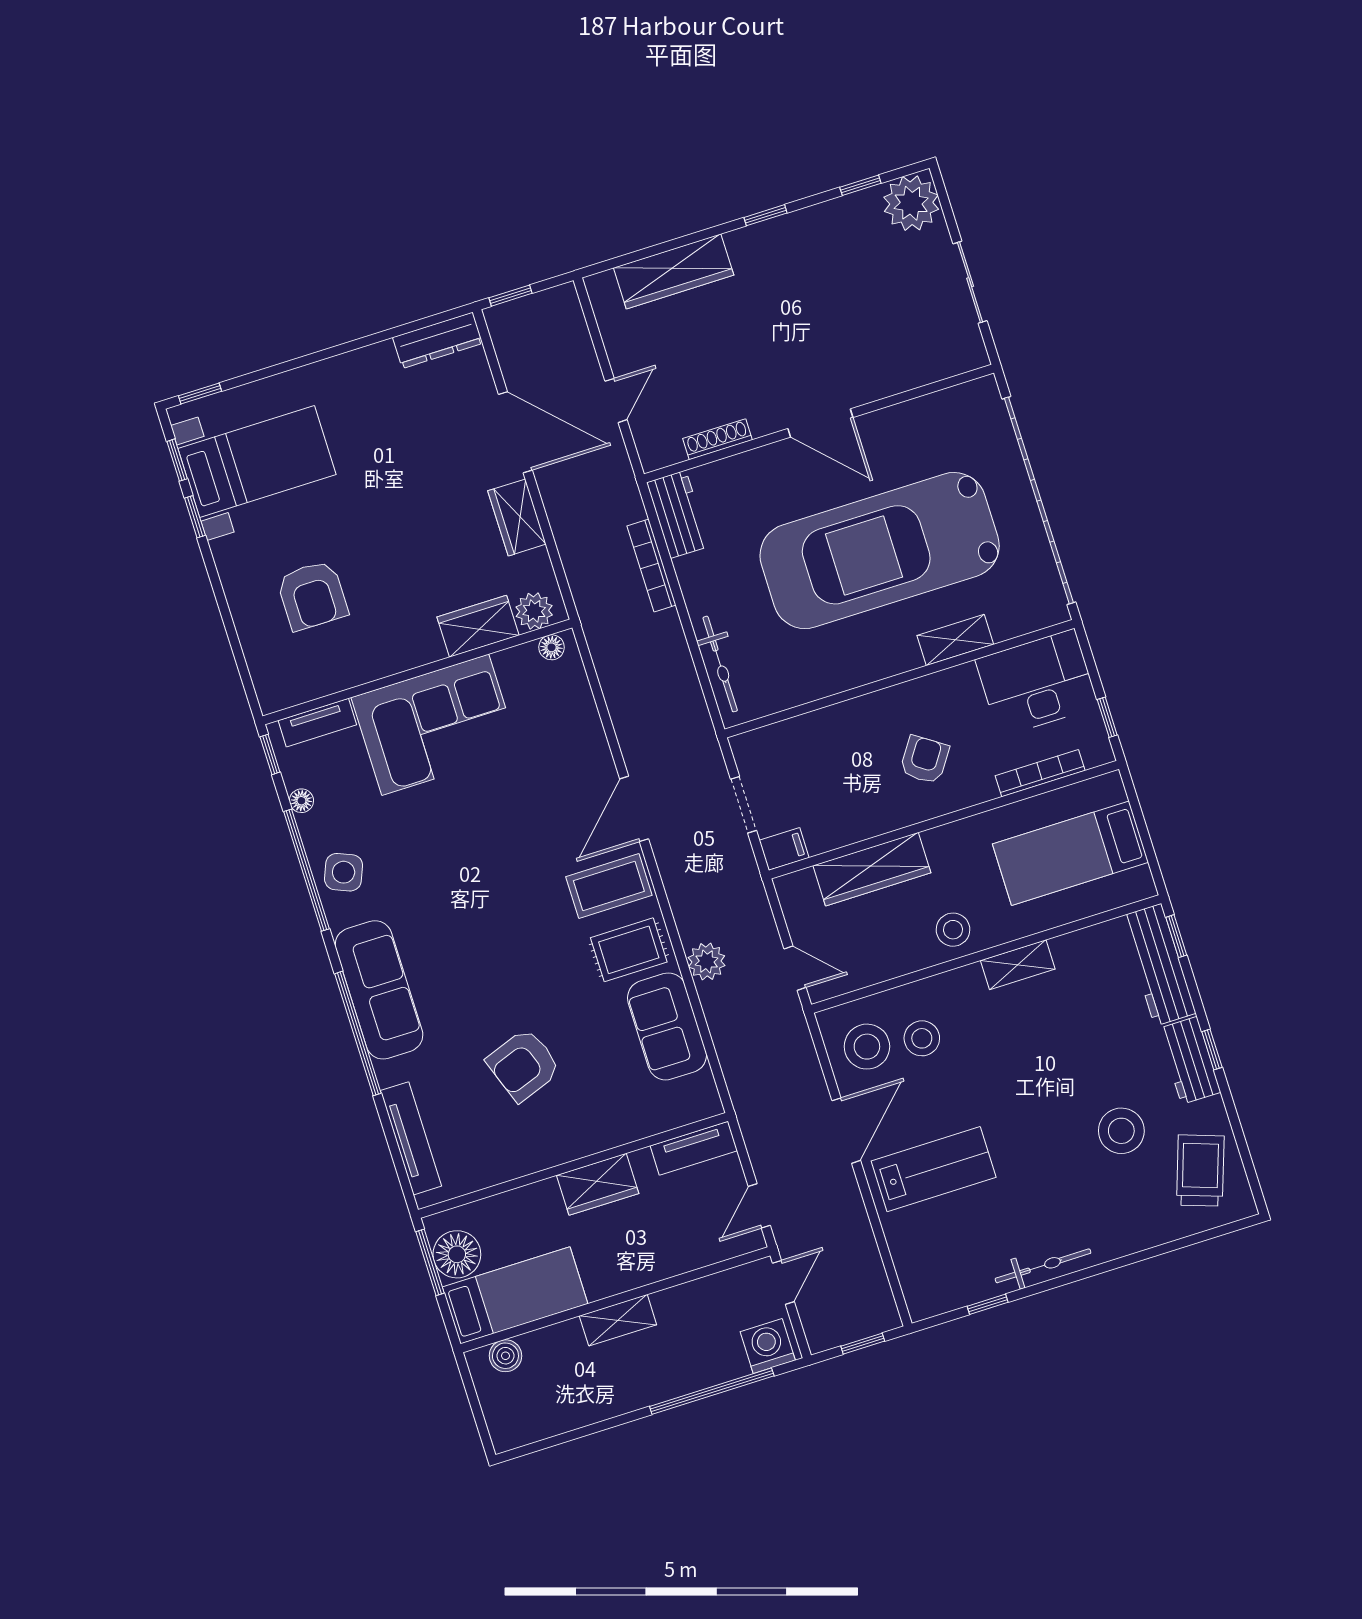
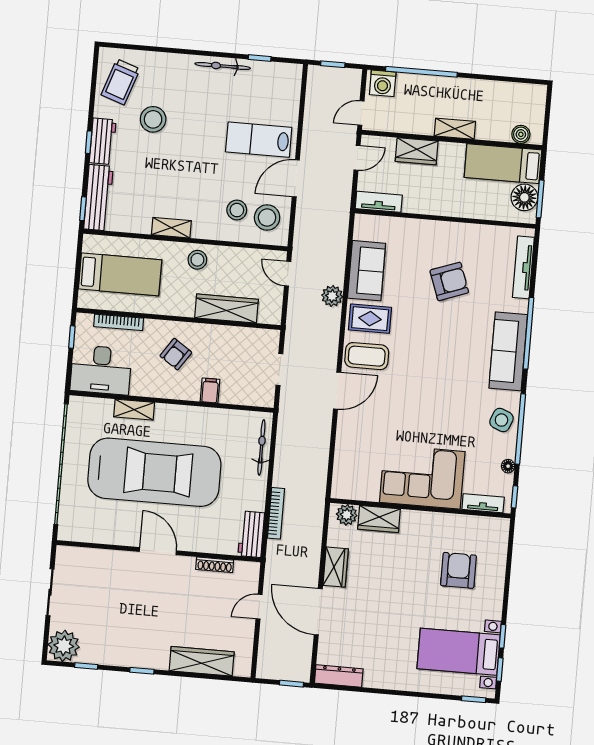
floor lamp: (552, 647) -> (345, 492), removed
filing cabinet: (784, 849) -> (210, 391), moved, turned 90
wardrobe: (598, 1184) -> (417, 151), moved, turned 180

